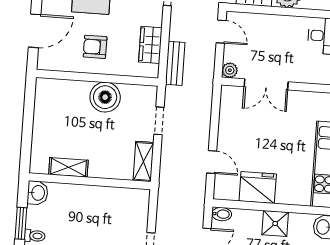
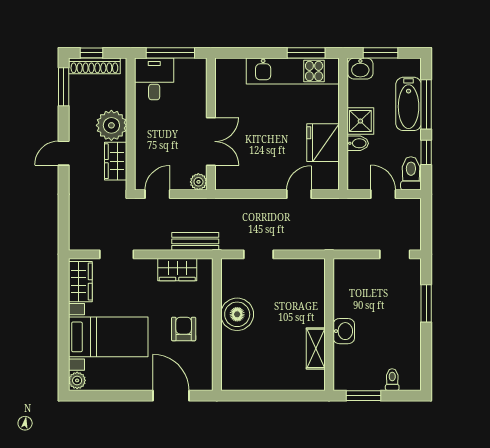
armchair: (95, 47) -> (184, 329), turned 180
shelving: (143, 161) -> (304, 268), removed
washbasin: (38, 193) -> (344, 331), moved, turned 90
bidet: (222, 214) -> (358, 143), moved, turned 90
window: (21, 223) -> (363, 396), moved

